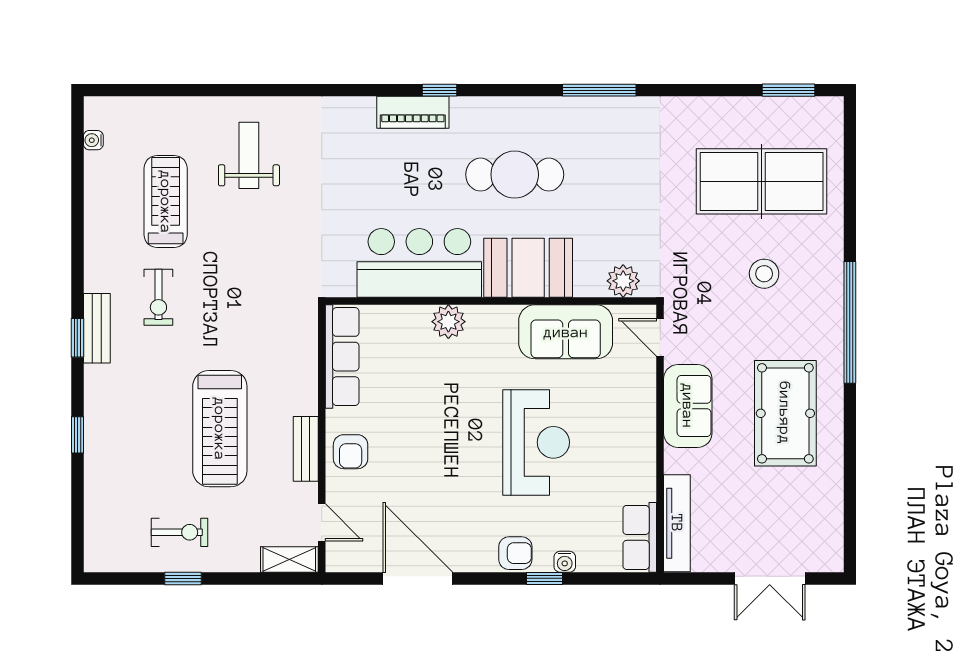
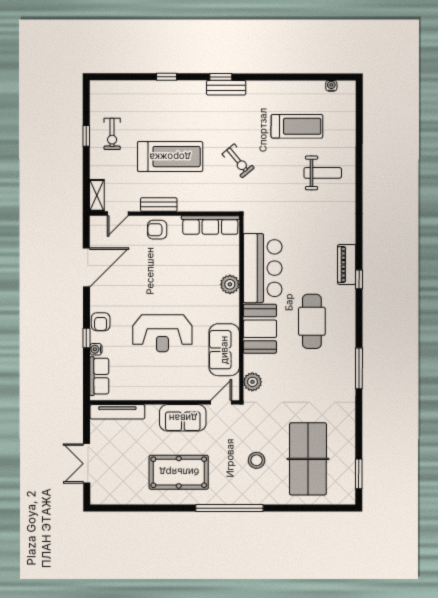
exercise bike: (158, 297) -> (238, 161), moved, turned -130
treadmill: (220, 429) -> (170, 157), turned 180
row of seats: (640, 537) -> (99, 376), moved, turned 90

